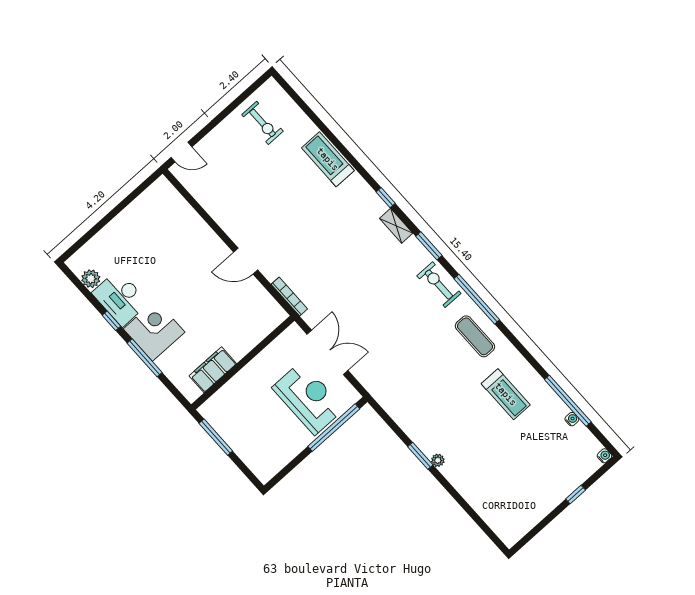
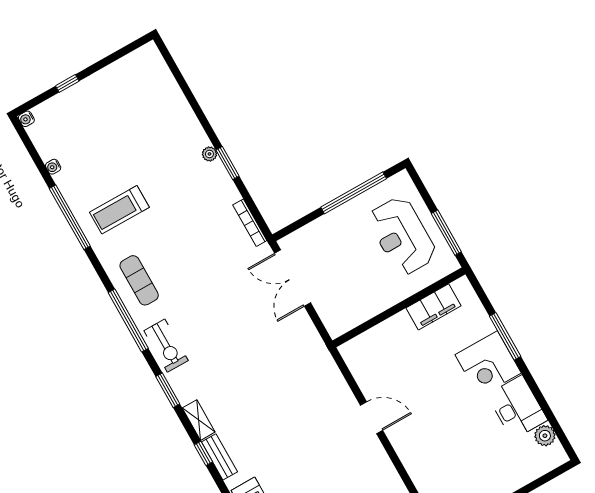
bench: (371, 198) -> (219, 457), added
bookcase: (289, 297) -> (250, 223), moved
window: (111, 321) -> (532, 385), removed
double door: (327, 352) -> (293, 278), moved
treadmill: (506, 394) -> (119, 210), turned -90
reception desk: (308, 398) -> (402, 236), moved
window: (568, 401) -> (70, 217), moved
window: (334, 428) -> (354, 193), moved

